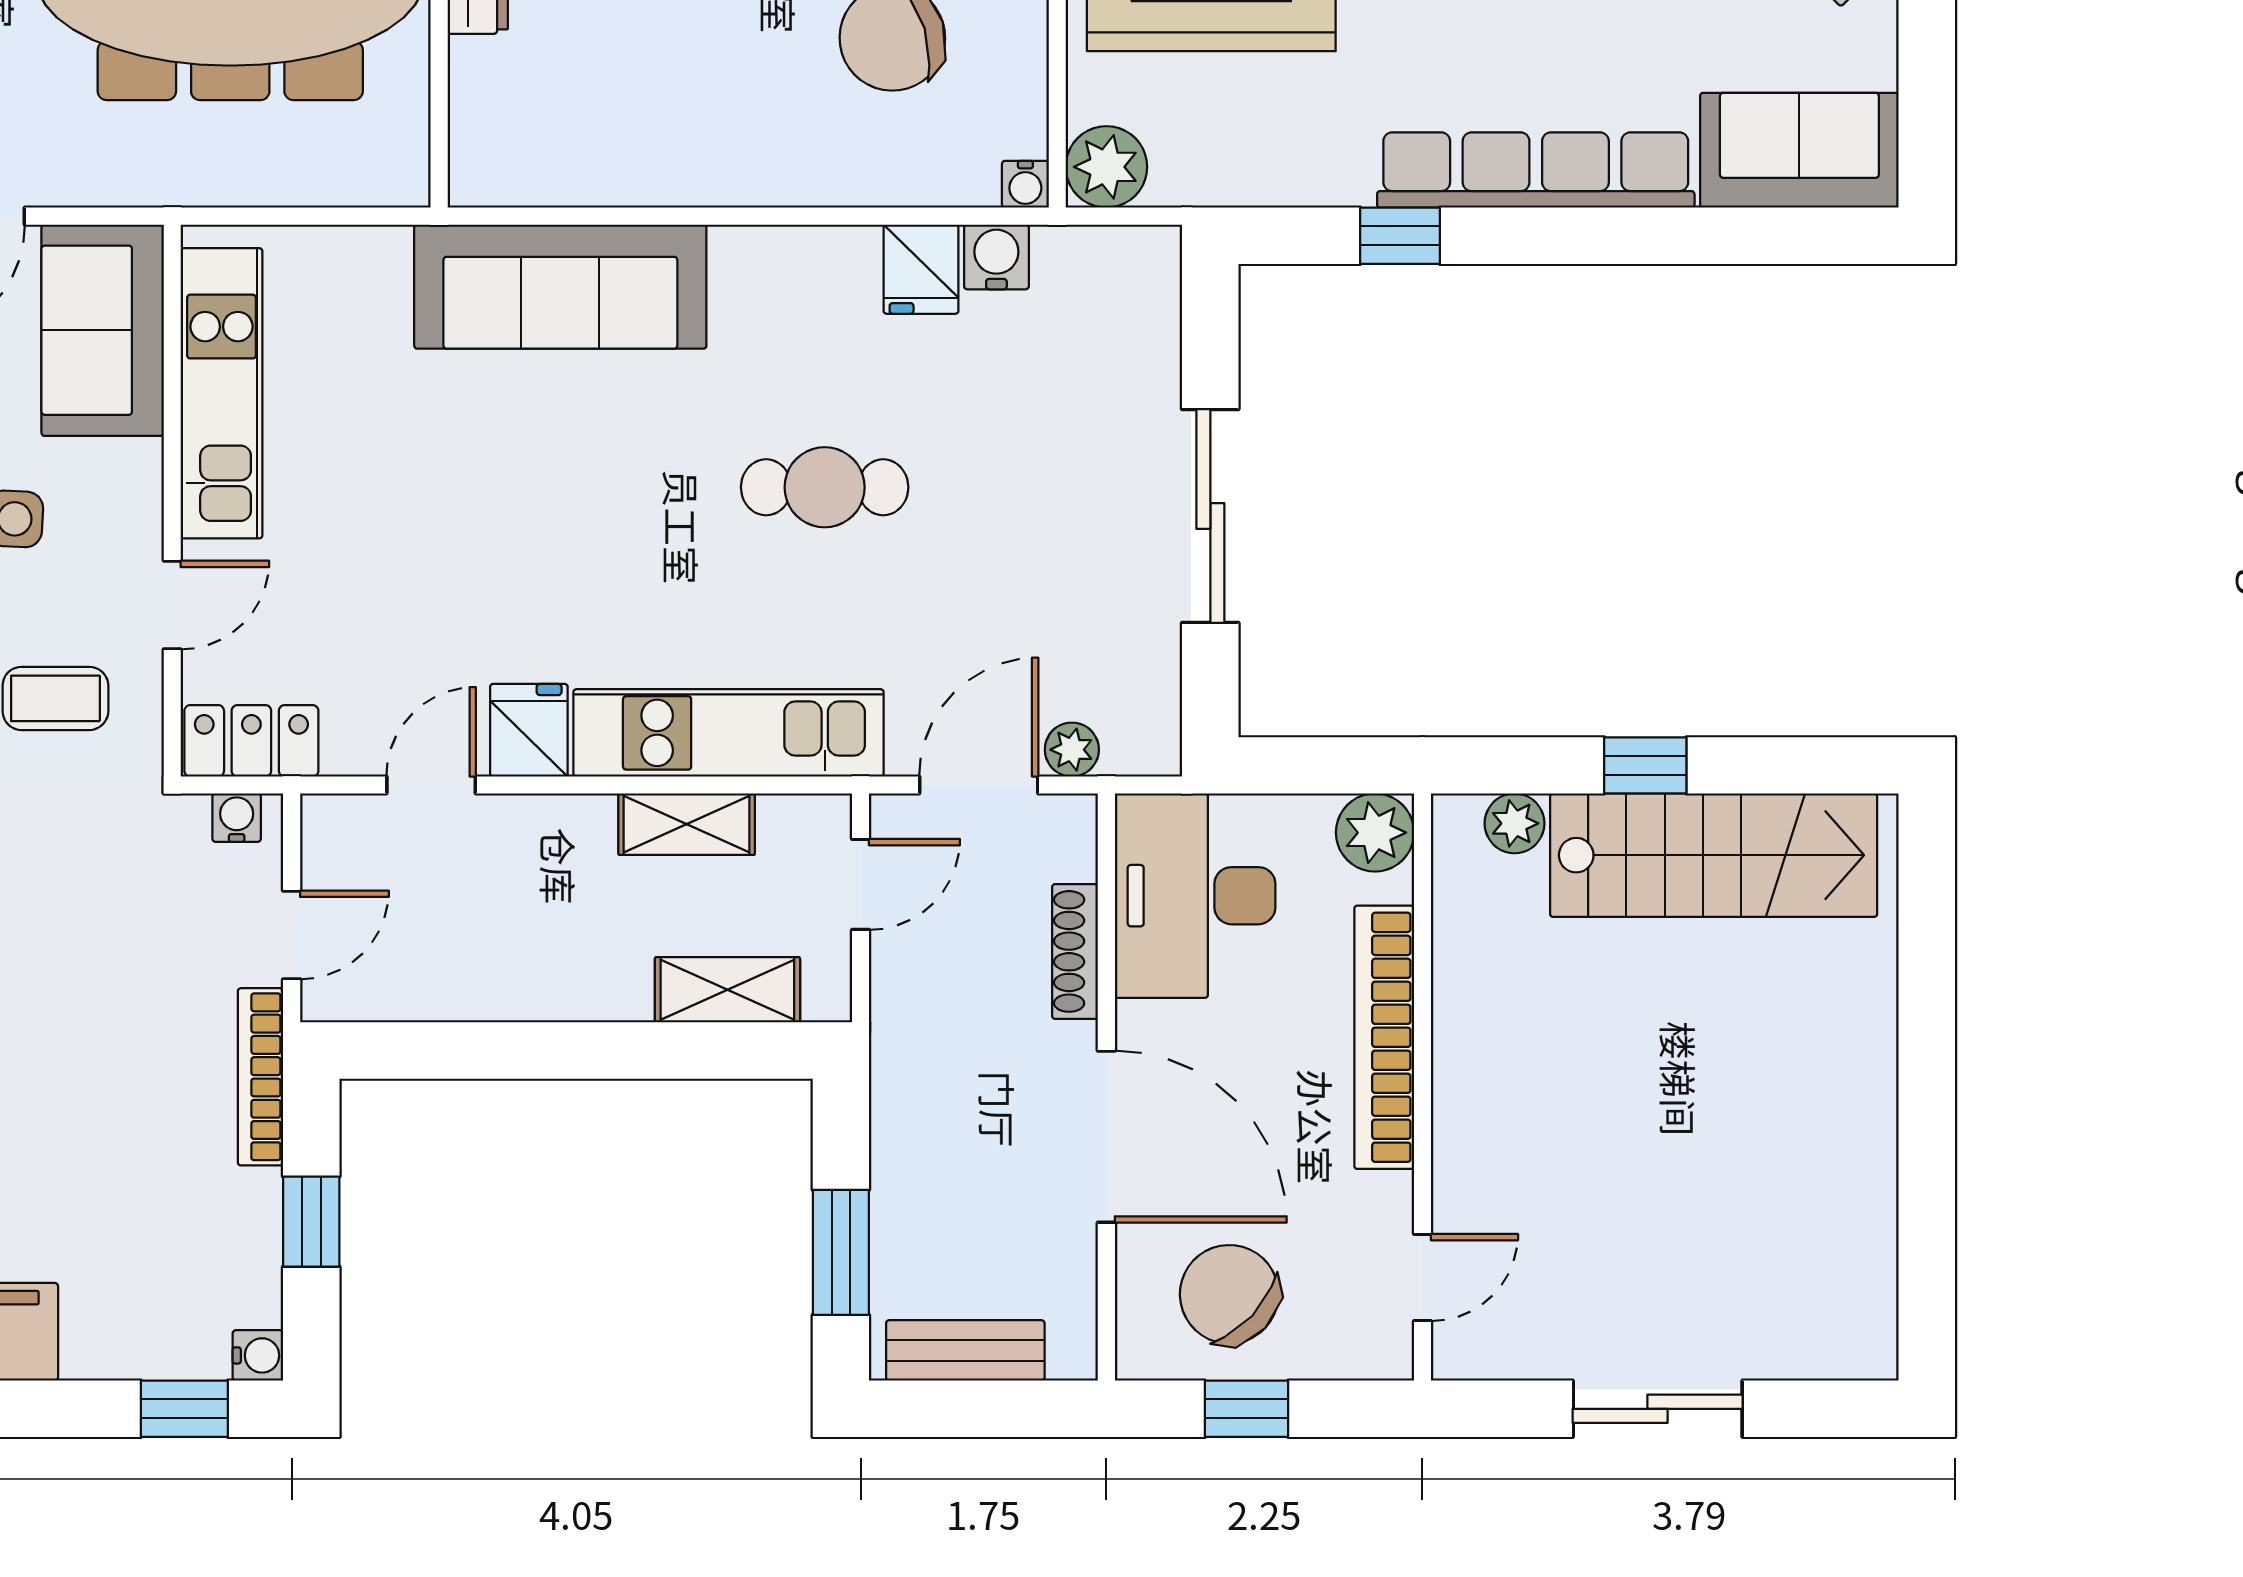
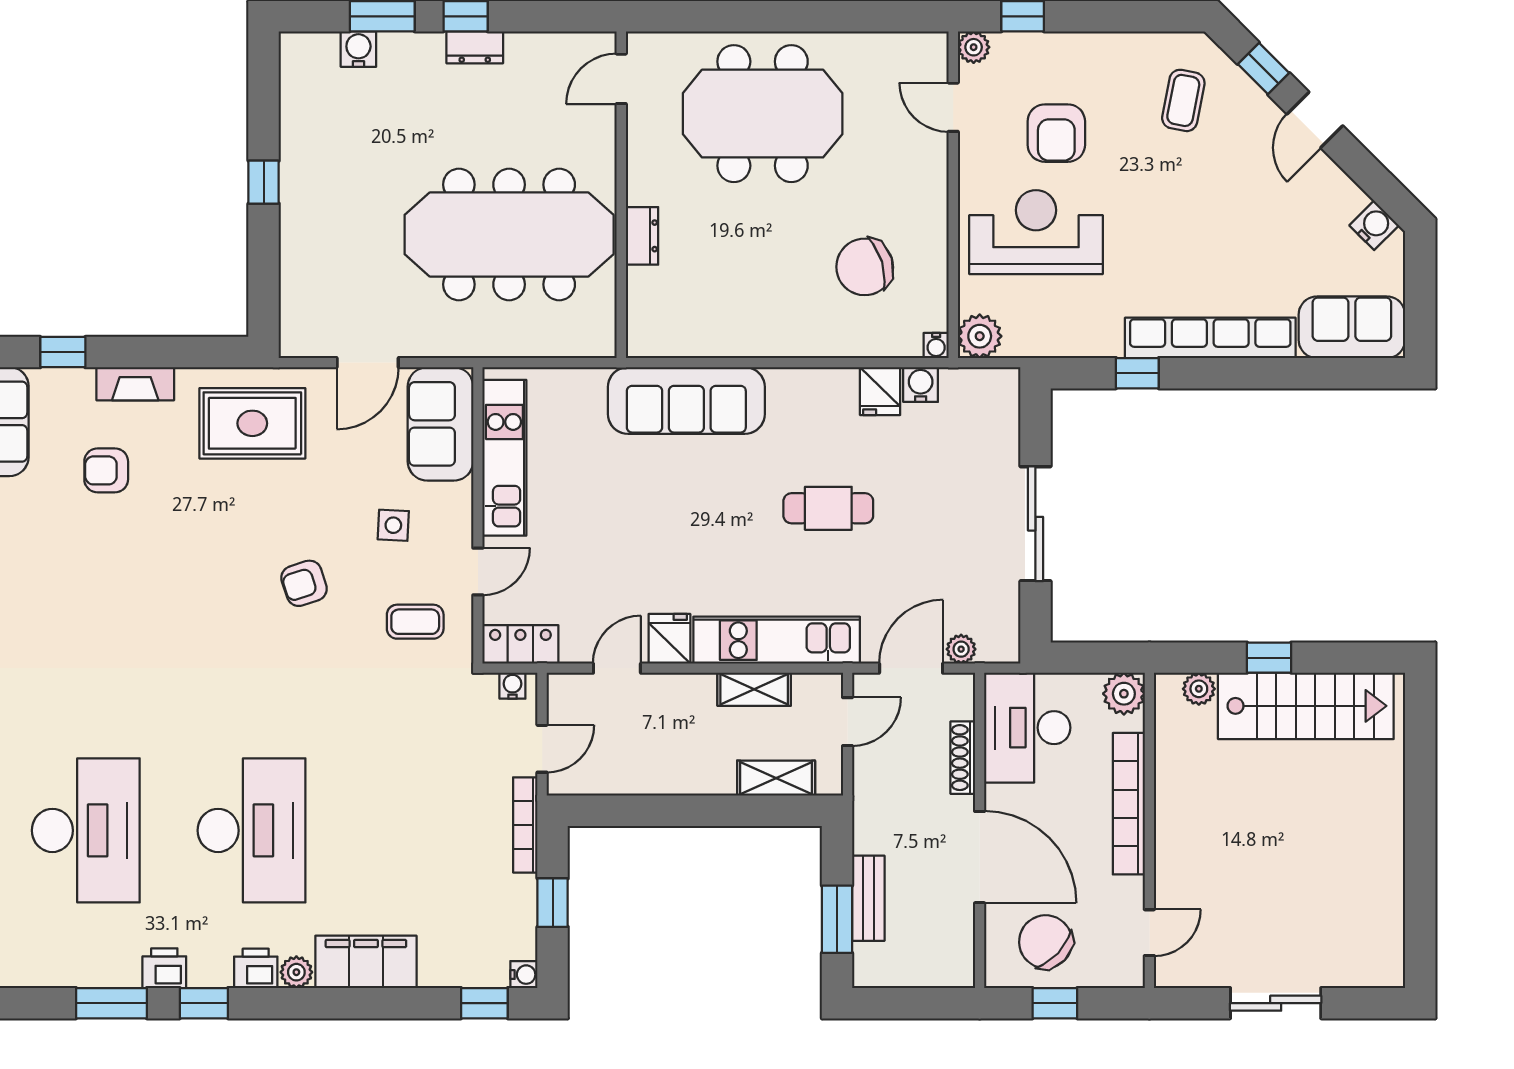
bench: (965, 1350) -> (868, 898), moved, turned 90

